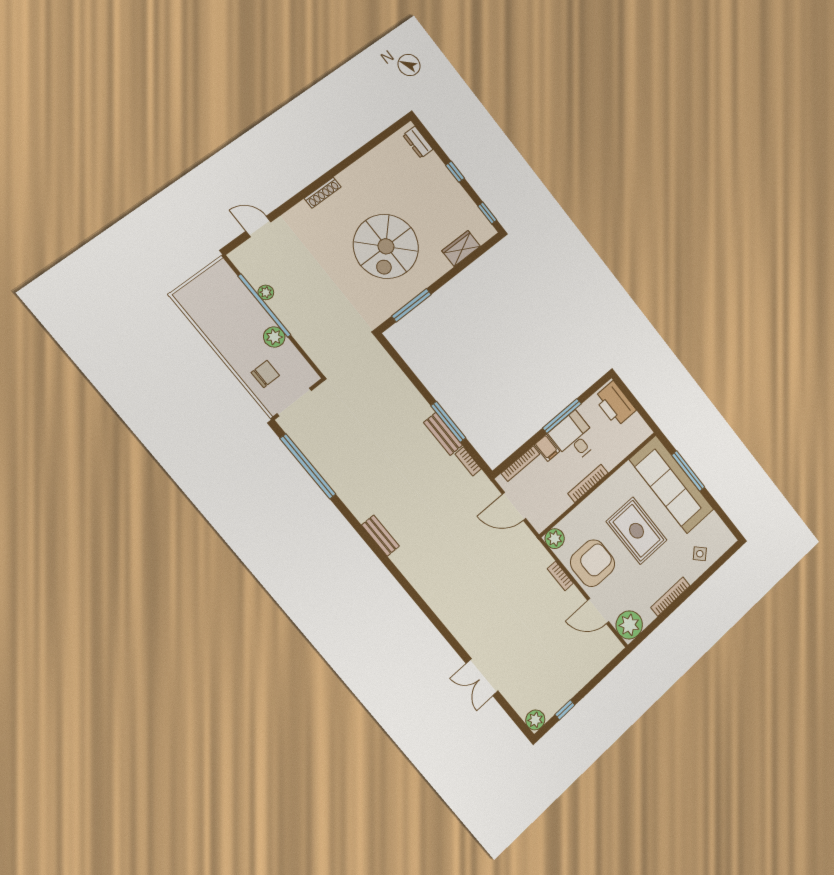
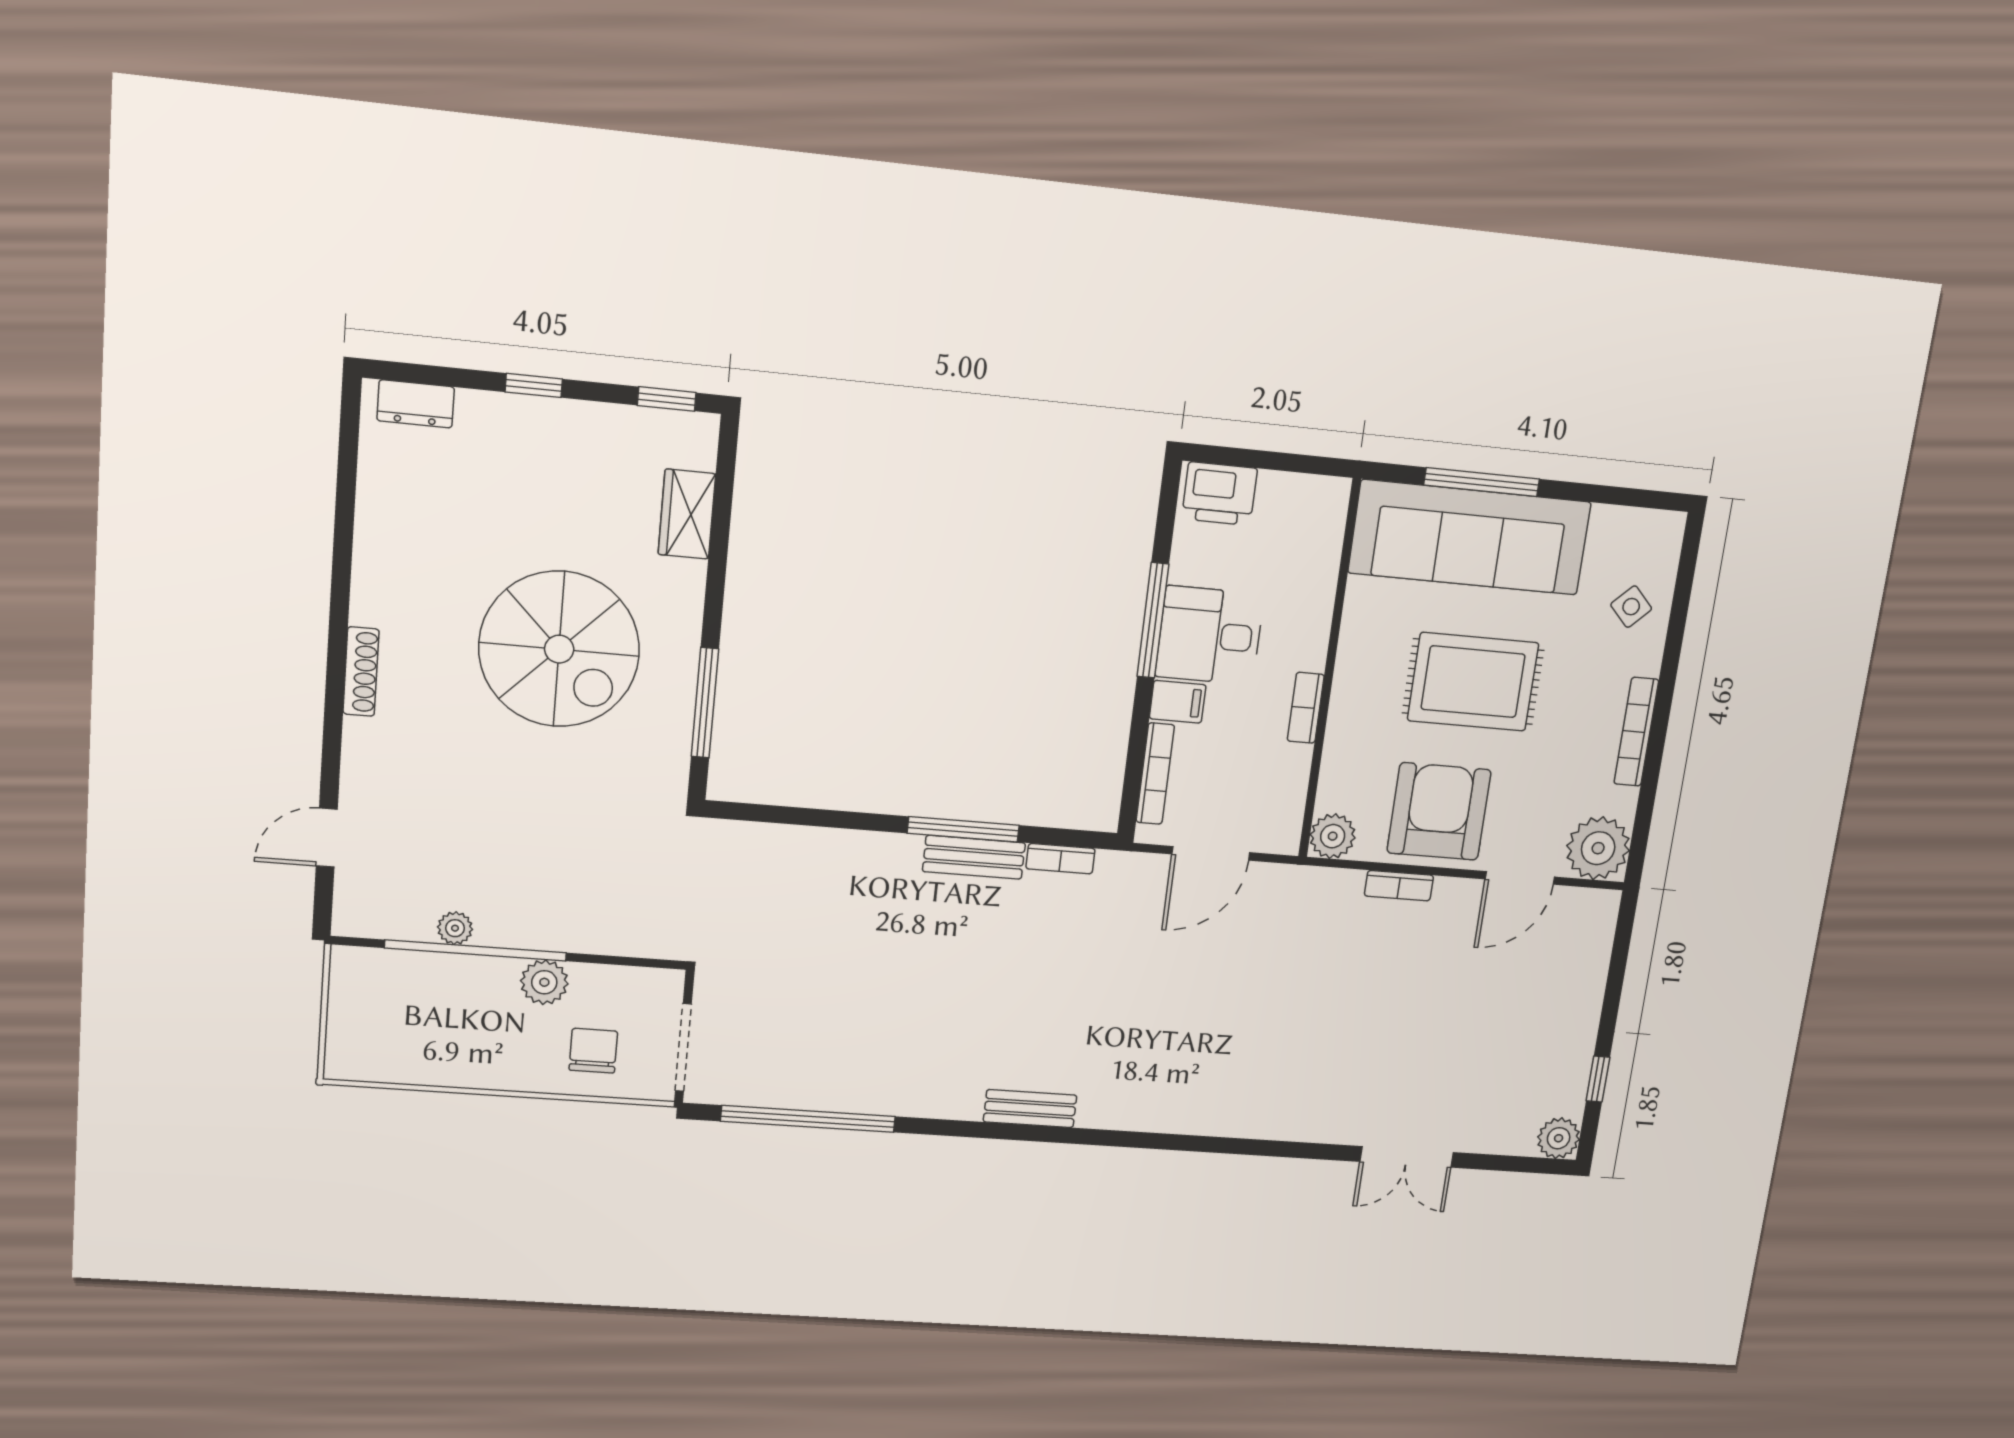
printer: (615, 404) -> (1219, 494), width x0.73, depth x0.84
bookcase: (588, 483) -> (1306, 708), width x0.64

